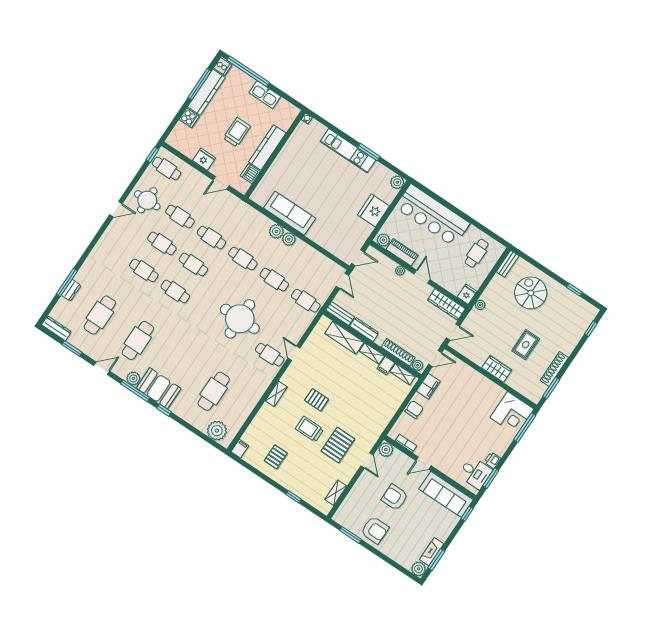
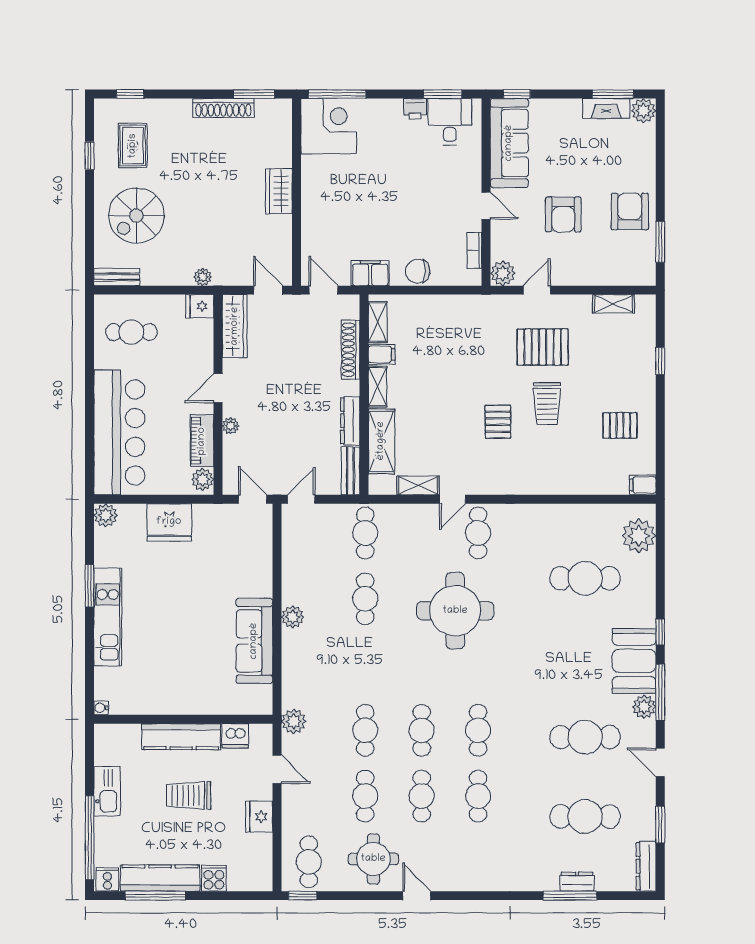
plant: (276, 231) -> (294, 721), moved
cafe table: (243, 259) -> (365, 665), removed
rug: (526, 345) -> (133, 146), moved, turned 90
plant: (418, 365) -> (350, 309), removed
shelving: (276, 394) -> (418, 485), moved

